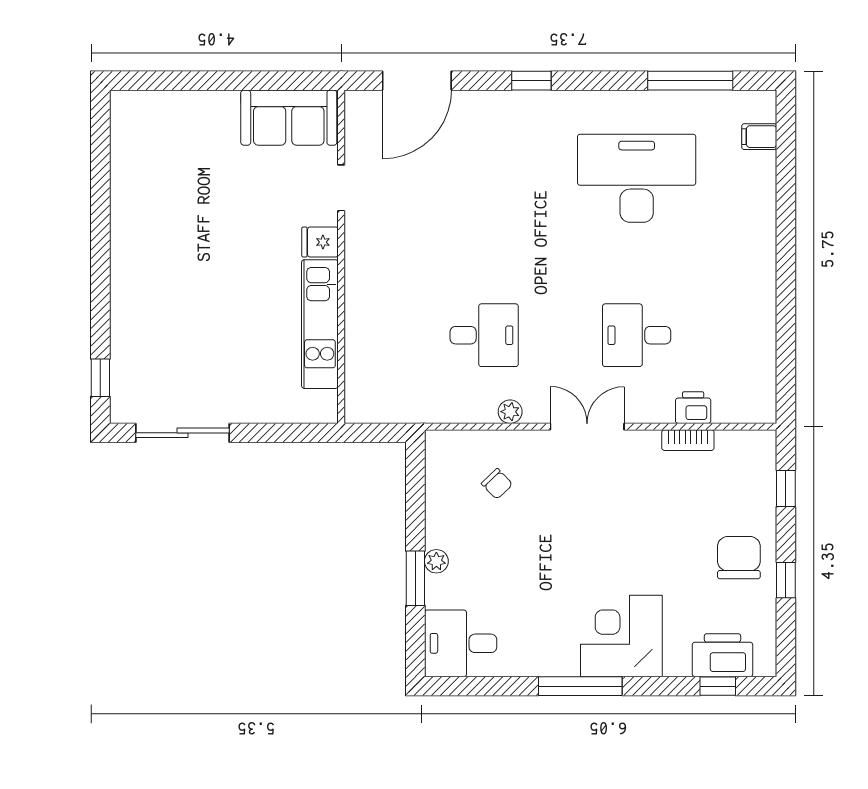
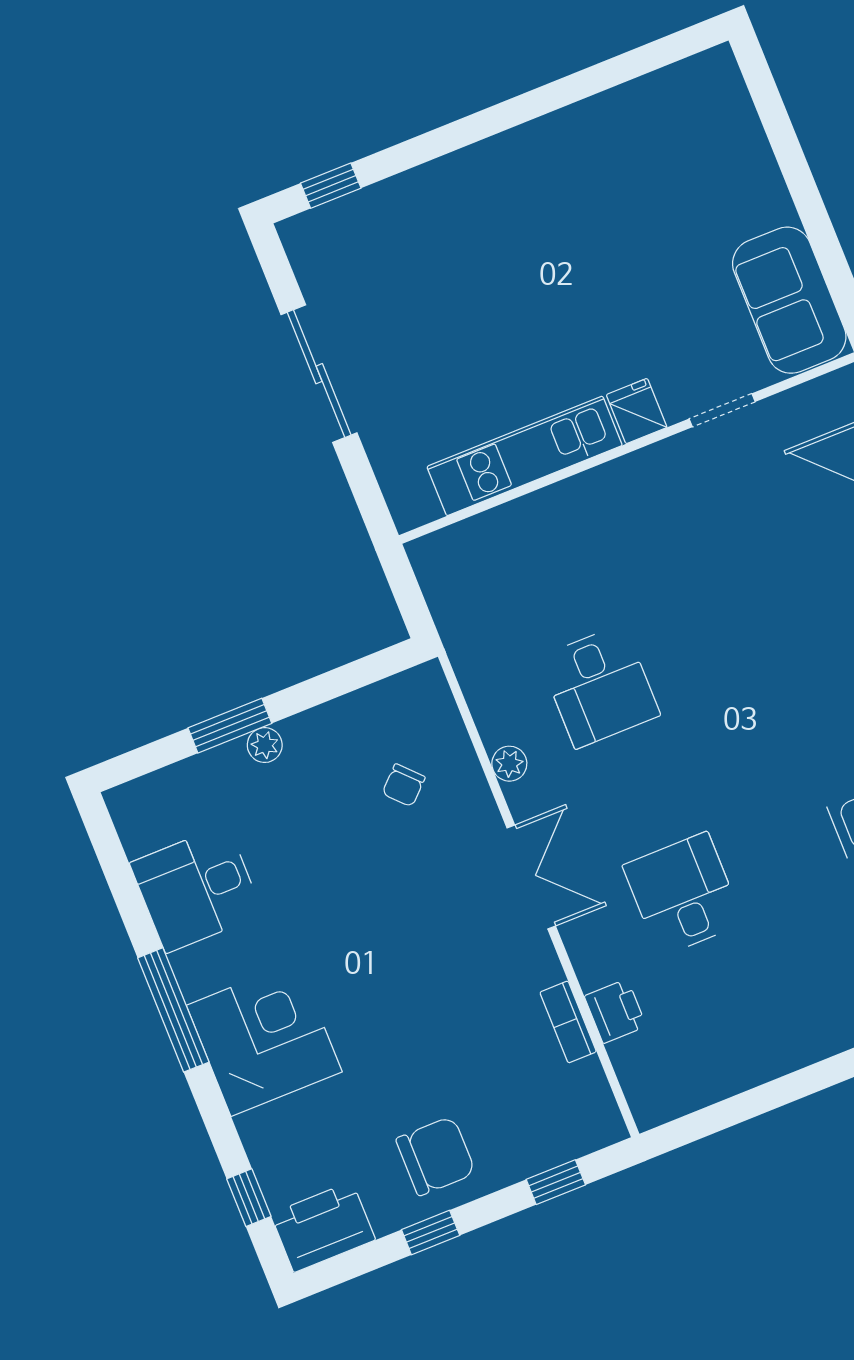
sliding door: (183, 433) -> (319, 374), moved
desk: (461, 643) -> (196, 889), moved, turned -90
printer: (722, 655) -> (323, 1227), moved, turned -90

